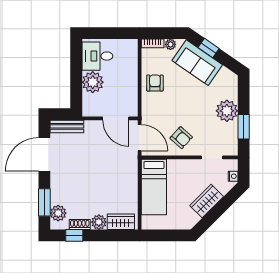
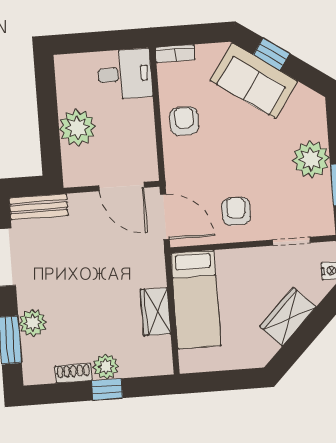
plant: (170, 44) -> (206, 53), removed
desk: (97, 56) -> (125, 74), moved, turned 180
armchair: (181, 138) -> (236, 211), turned -132
plant: (58, 213) -> (33, 323), moved
wardrobe: (121, 222) -> (156, 312), moved, turned -90
window: (74, 235) -> (107, 389), moved

